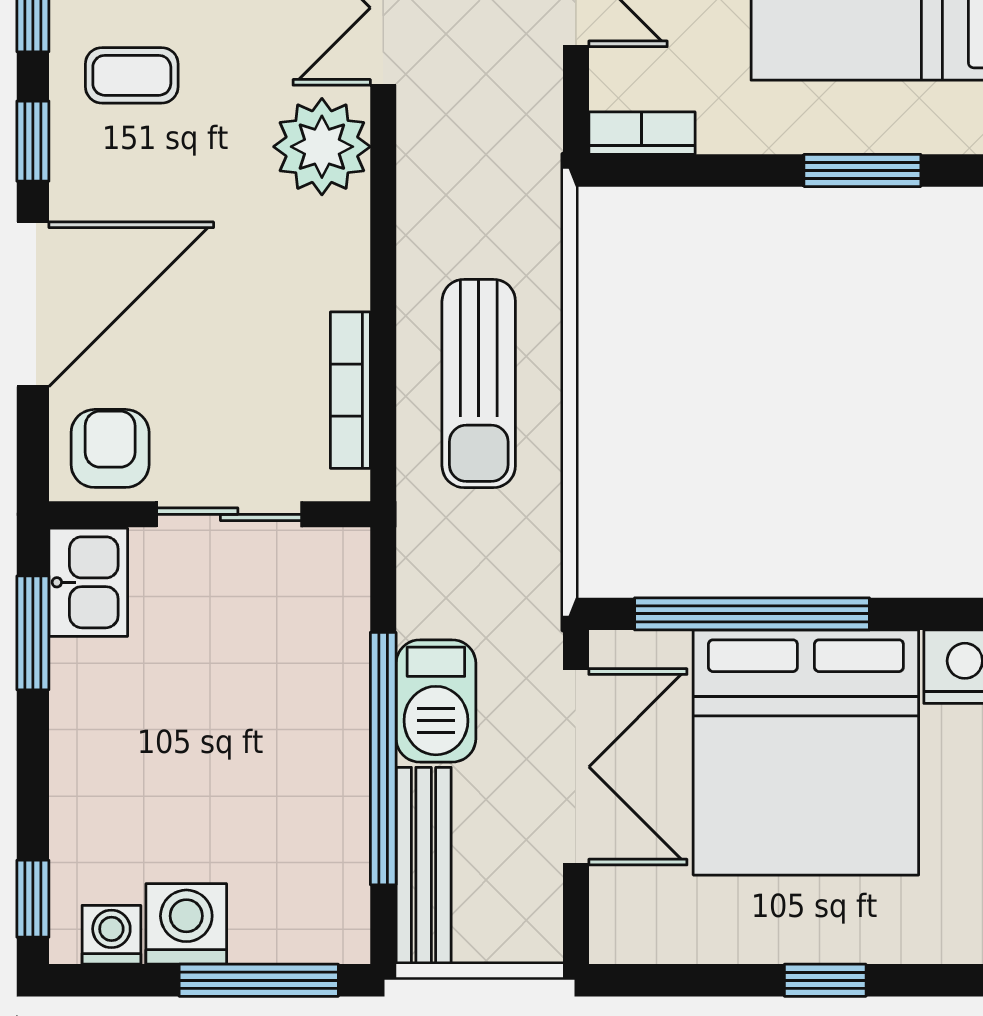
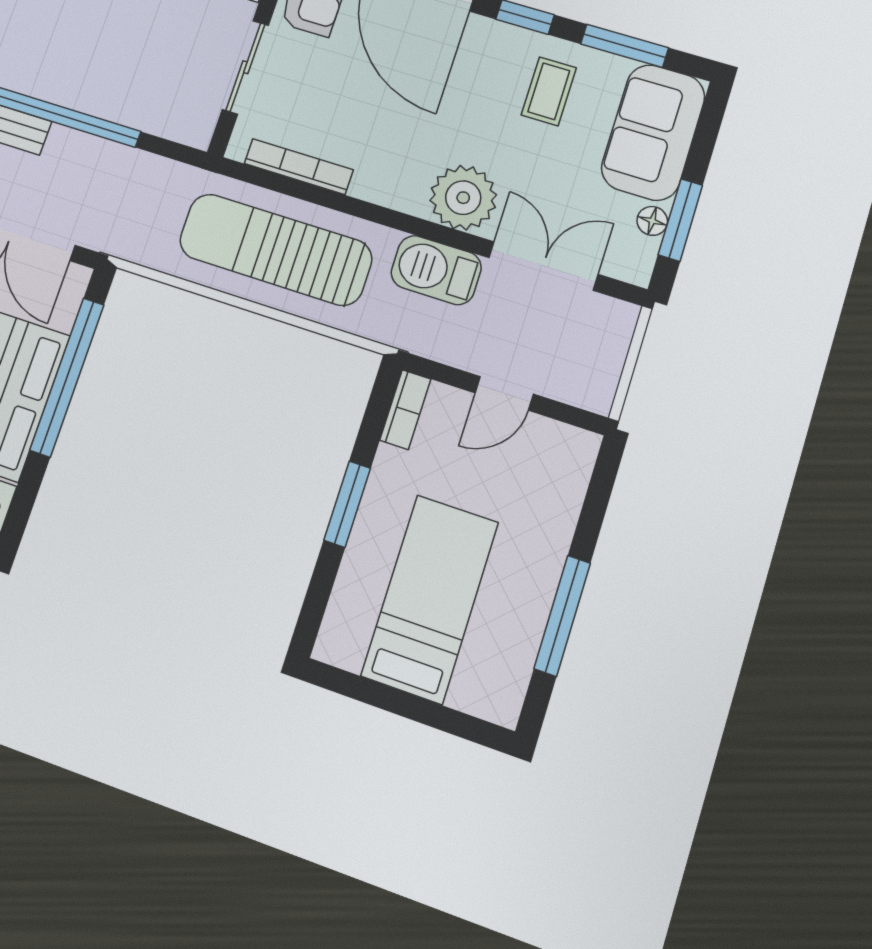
window: (862, 170) -> (347, 504), moved
sun lounger: (479, 383) -> (275, 250), width x1.36, depth x1.34
barbecue: (436, 701) -> (436, 270), moved

